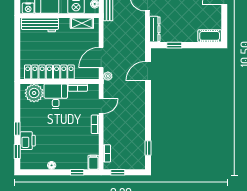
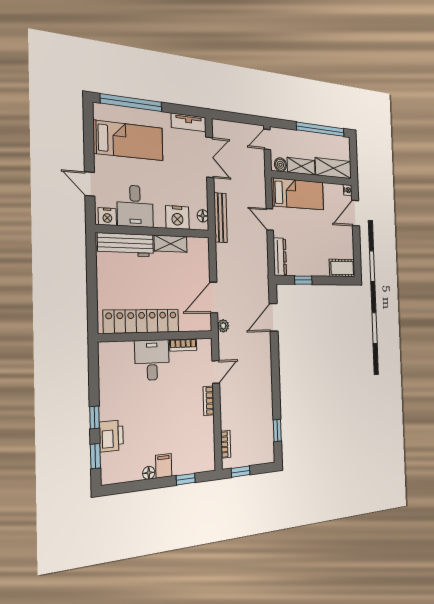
shelving: (82, 23) -> (171, 244), moved
plant: (34, 93) -> (119, 356), removed
filing cabinet: (93, 162) -> (164, 466), moved

